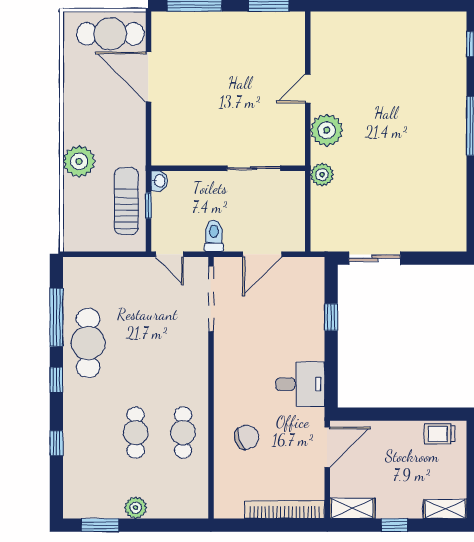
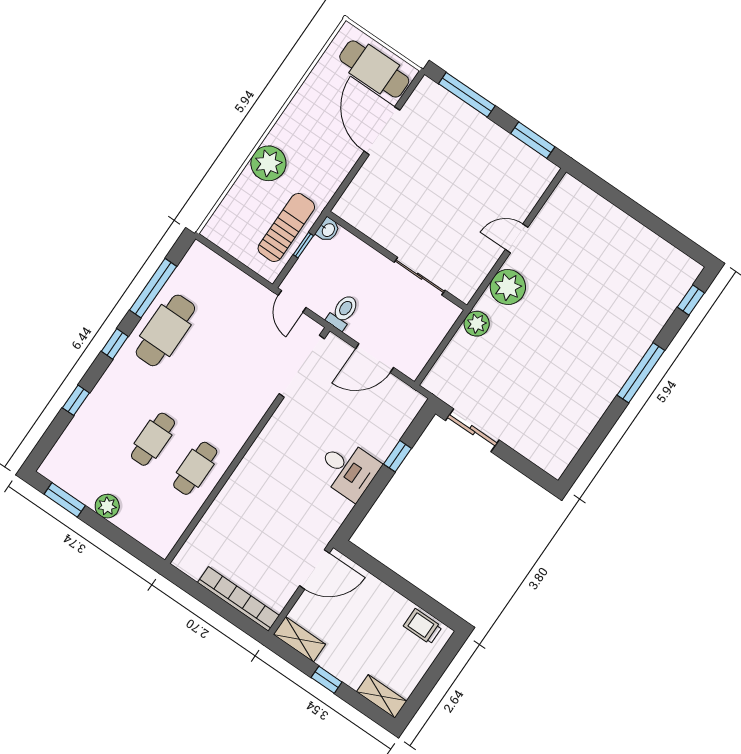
desk: (300, 384) -> (348, 469), moved
chair: (247, 437) -> (249, 511), removed

